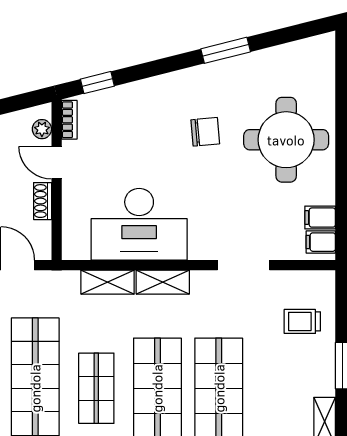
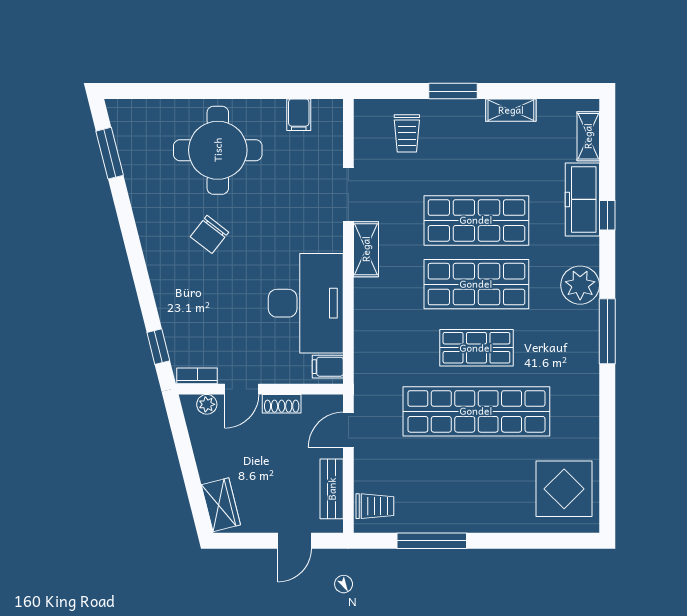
window: (226, 50) -> (110, 153), moved
chair: (205, 132) -> (210, 234), turned -137
filing cabinet: (321, 242) -> (328, 367), moved, turned 90
shelving: (108, 282) -> (366, 336), removed
shelving: (163, 282) -> (366, 249), moved

